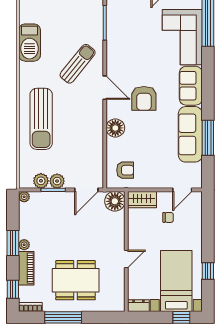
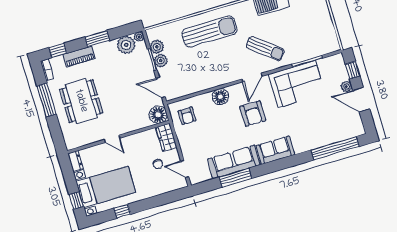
corner sofa: (182, 37) -> (297, 84), moved, turned 180
armchair: (144, 98) -> (253, 114), turned -90
sun lounger: (41, 119) -> (209, 31), turned 180
plant: (24, 245) -> (126, 45), moved, width x1.87, depth x1.87

